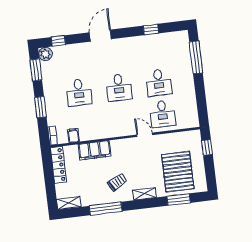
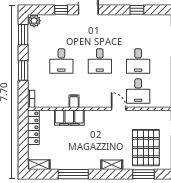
window: (58, 41) -> (61, 10), moved
filing cabinet: (73, 136) -> (74, 101), moved
trolley: (117, 182) -> (87, 150), removed

